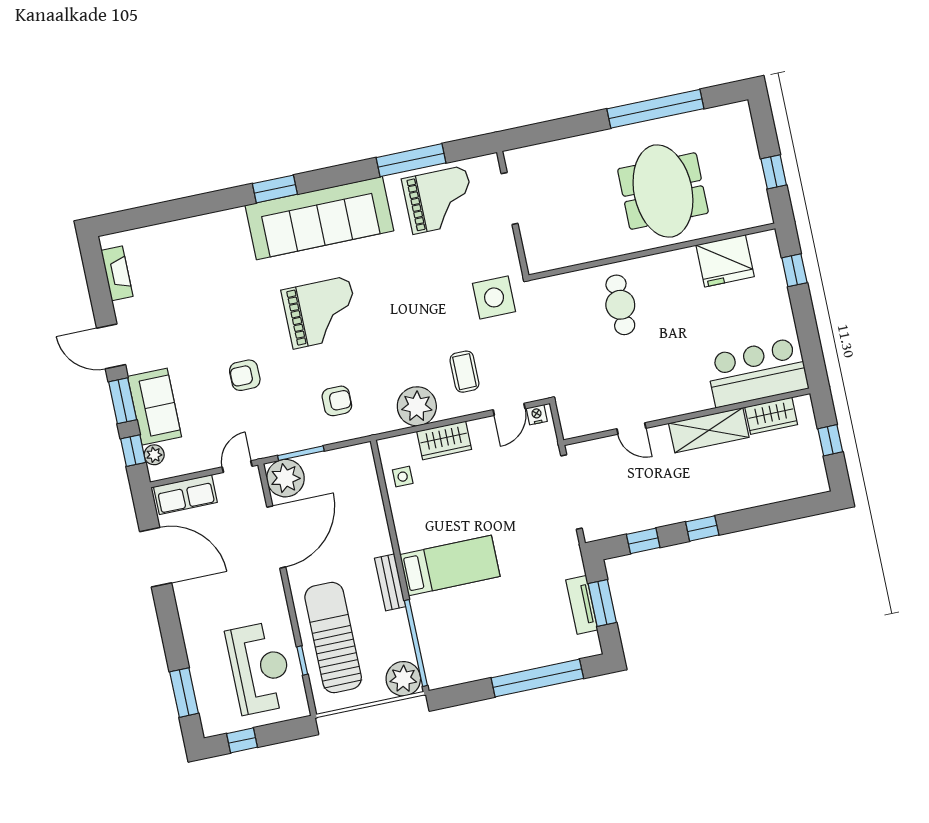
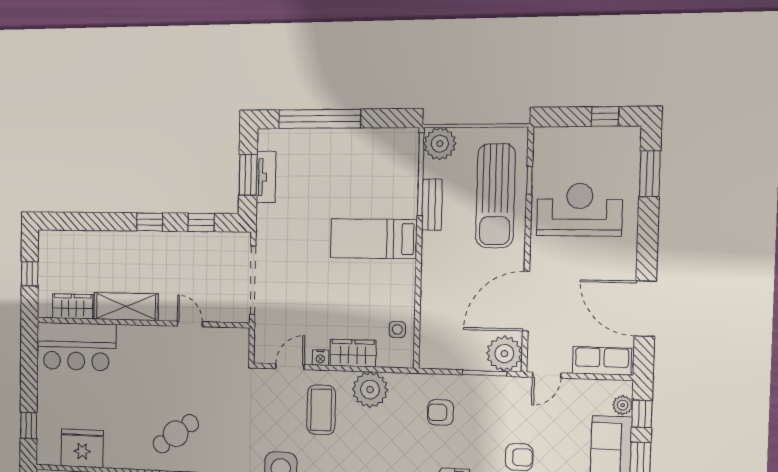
cafe table: (620, 305) -> (176, 434), turned 53
coffee table: (464, 372) -> (321, 410), width x1.36, depth x1.30
nightstand: (537, 415) -> (320, 358), moved
bench: (390, 582) -> (432, 205), moved
reception desk: (260, 668) -> (579, 210), moved, turned 90

